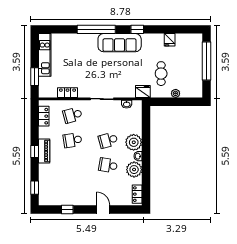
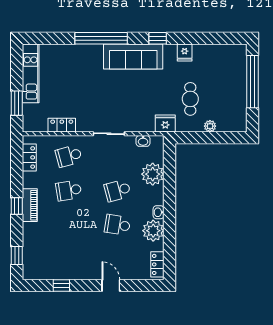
fridge: (170, 40) -> (185, 53), moved
plant: (134, 142) -> (153, 174), moved

